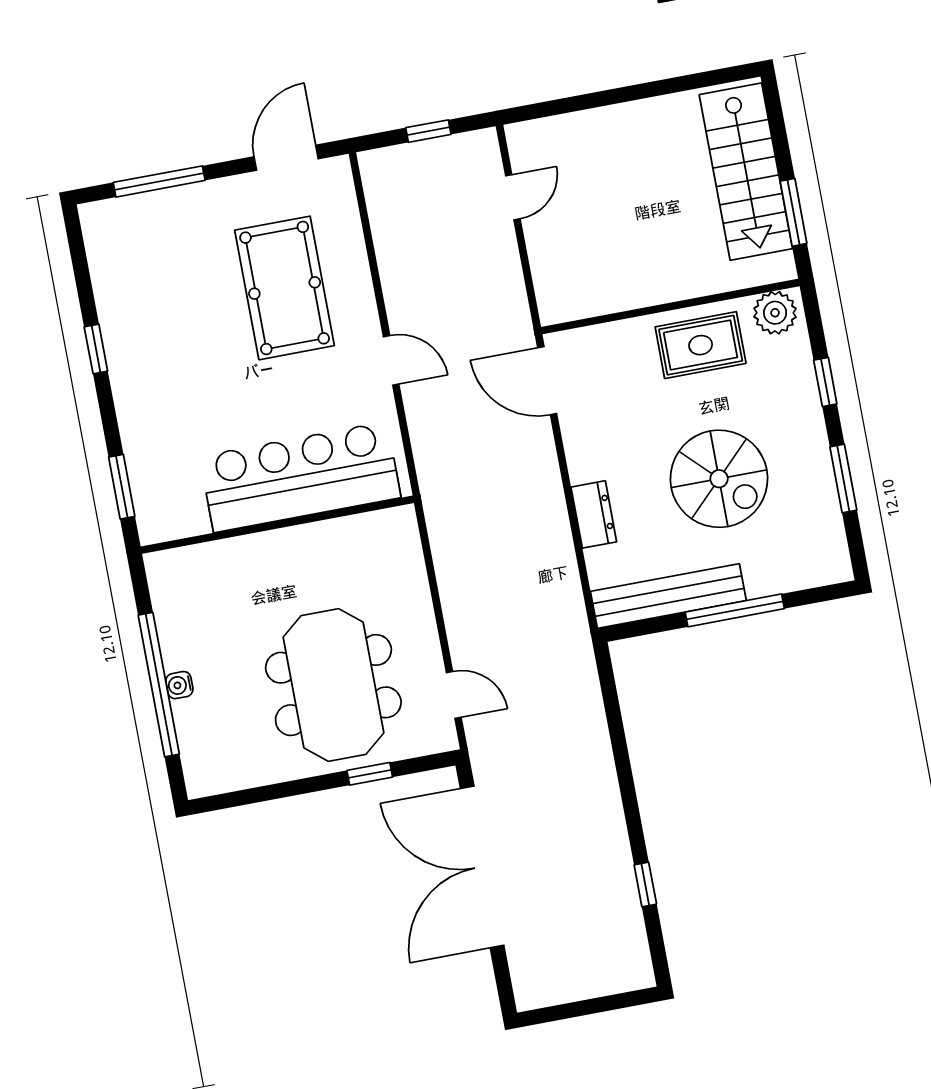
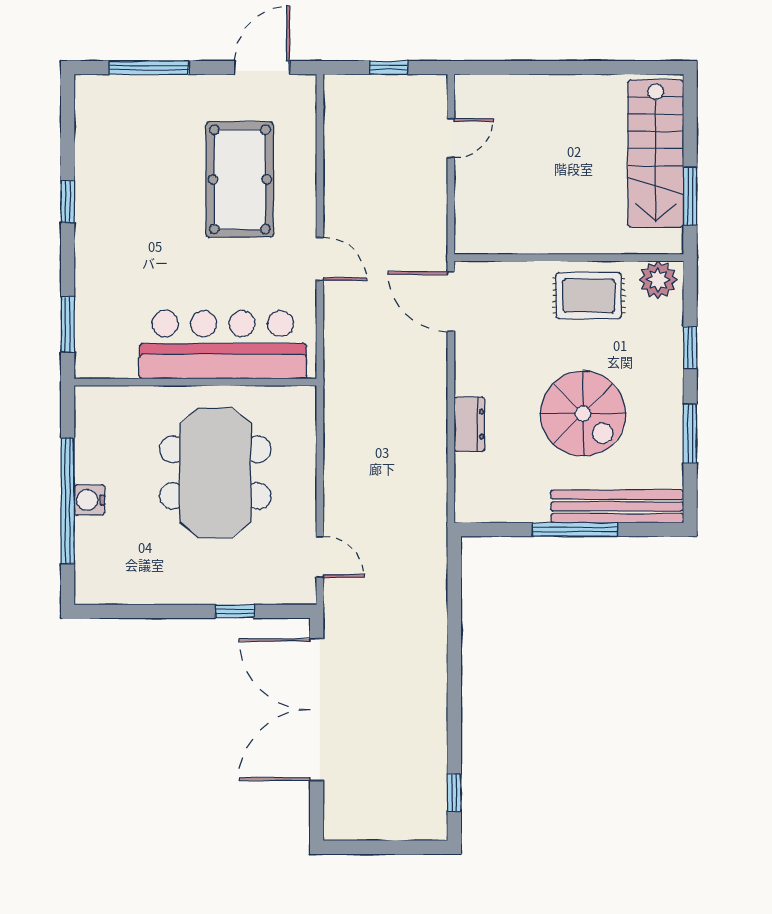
bench: (668, 596) -> (617, 506), moved
water cooler: (179, 685) -> (90, 500), width x1.38, depth x1.38
meeting table: (333, 685) -> (215, 473), moved
window: (645, 884) -> (454, 793), moved

